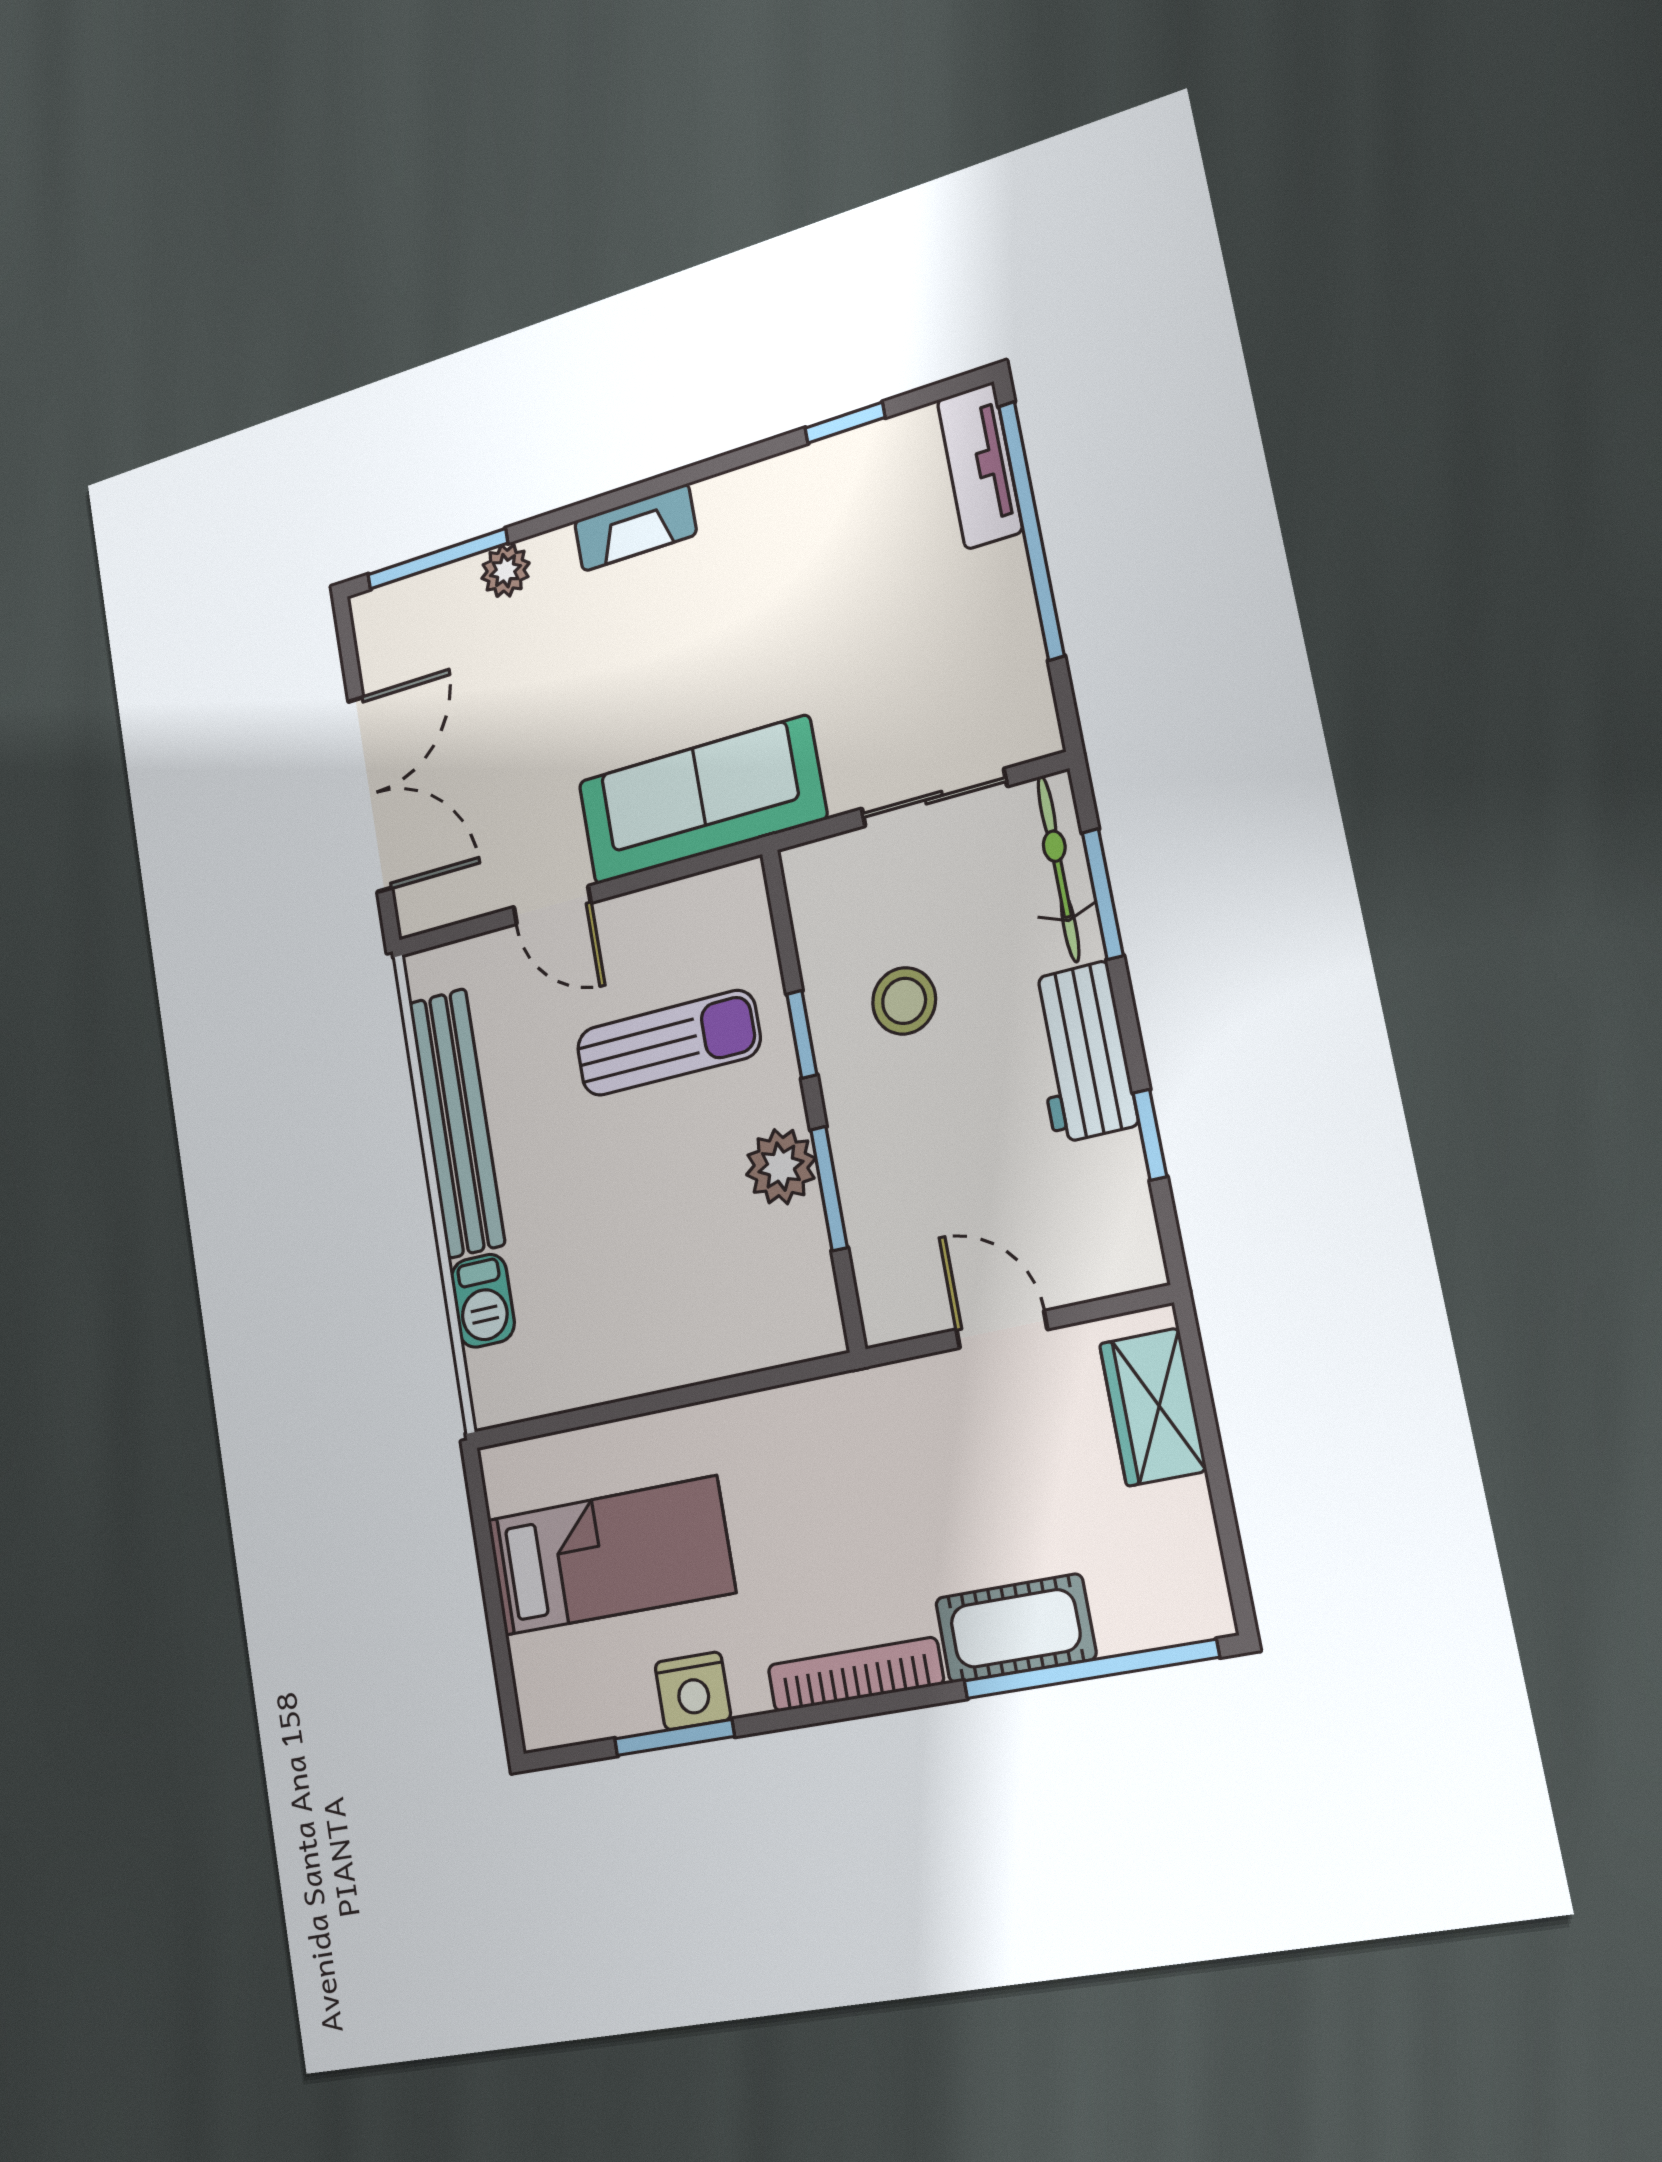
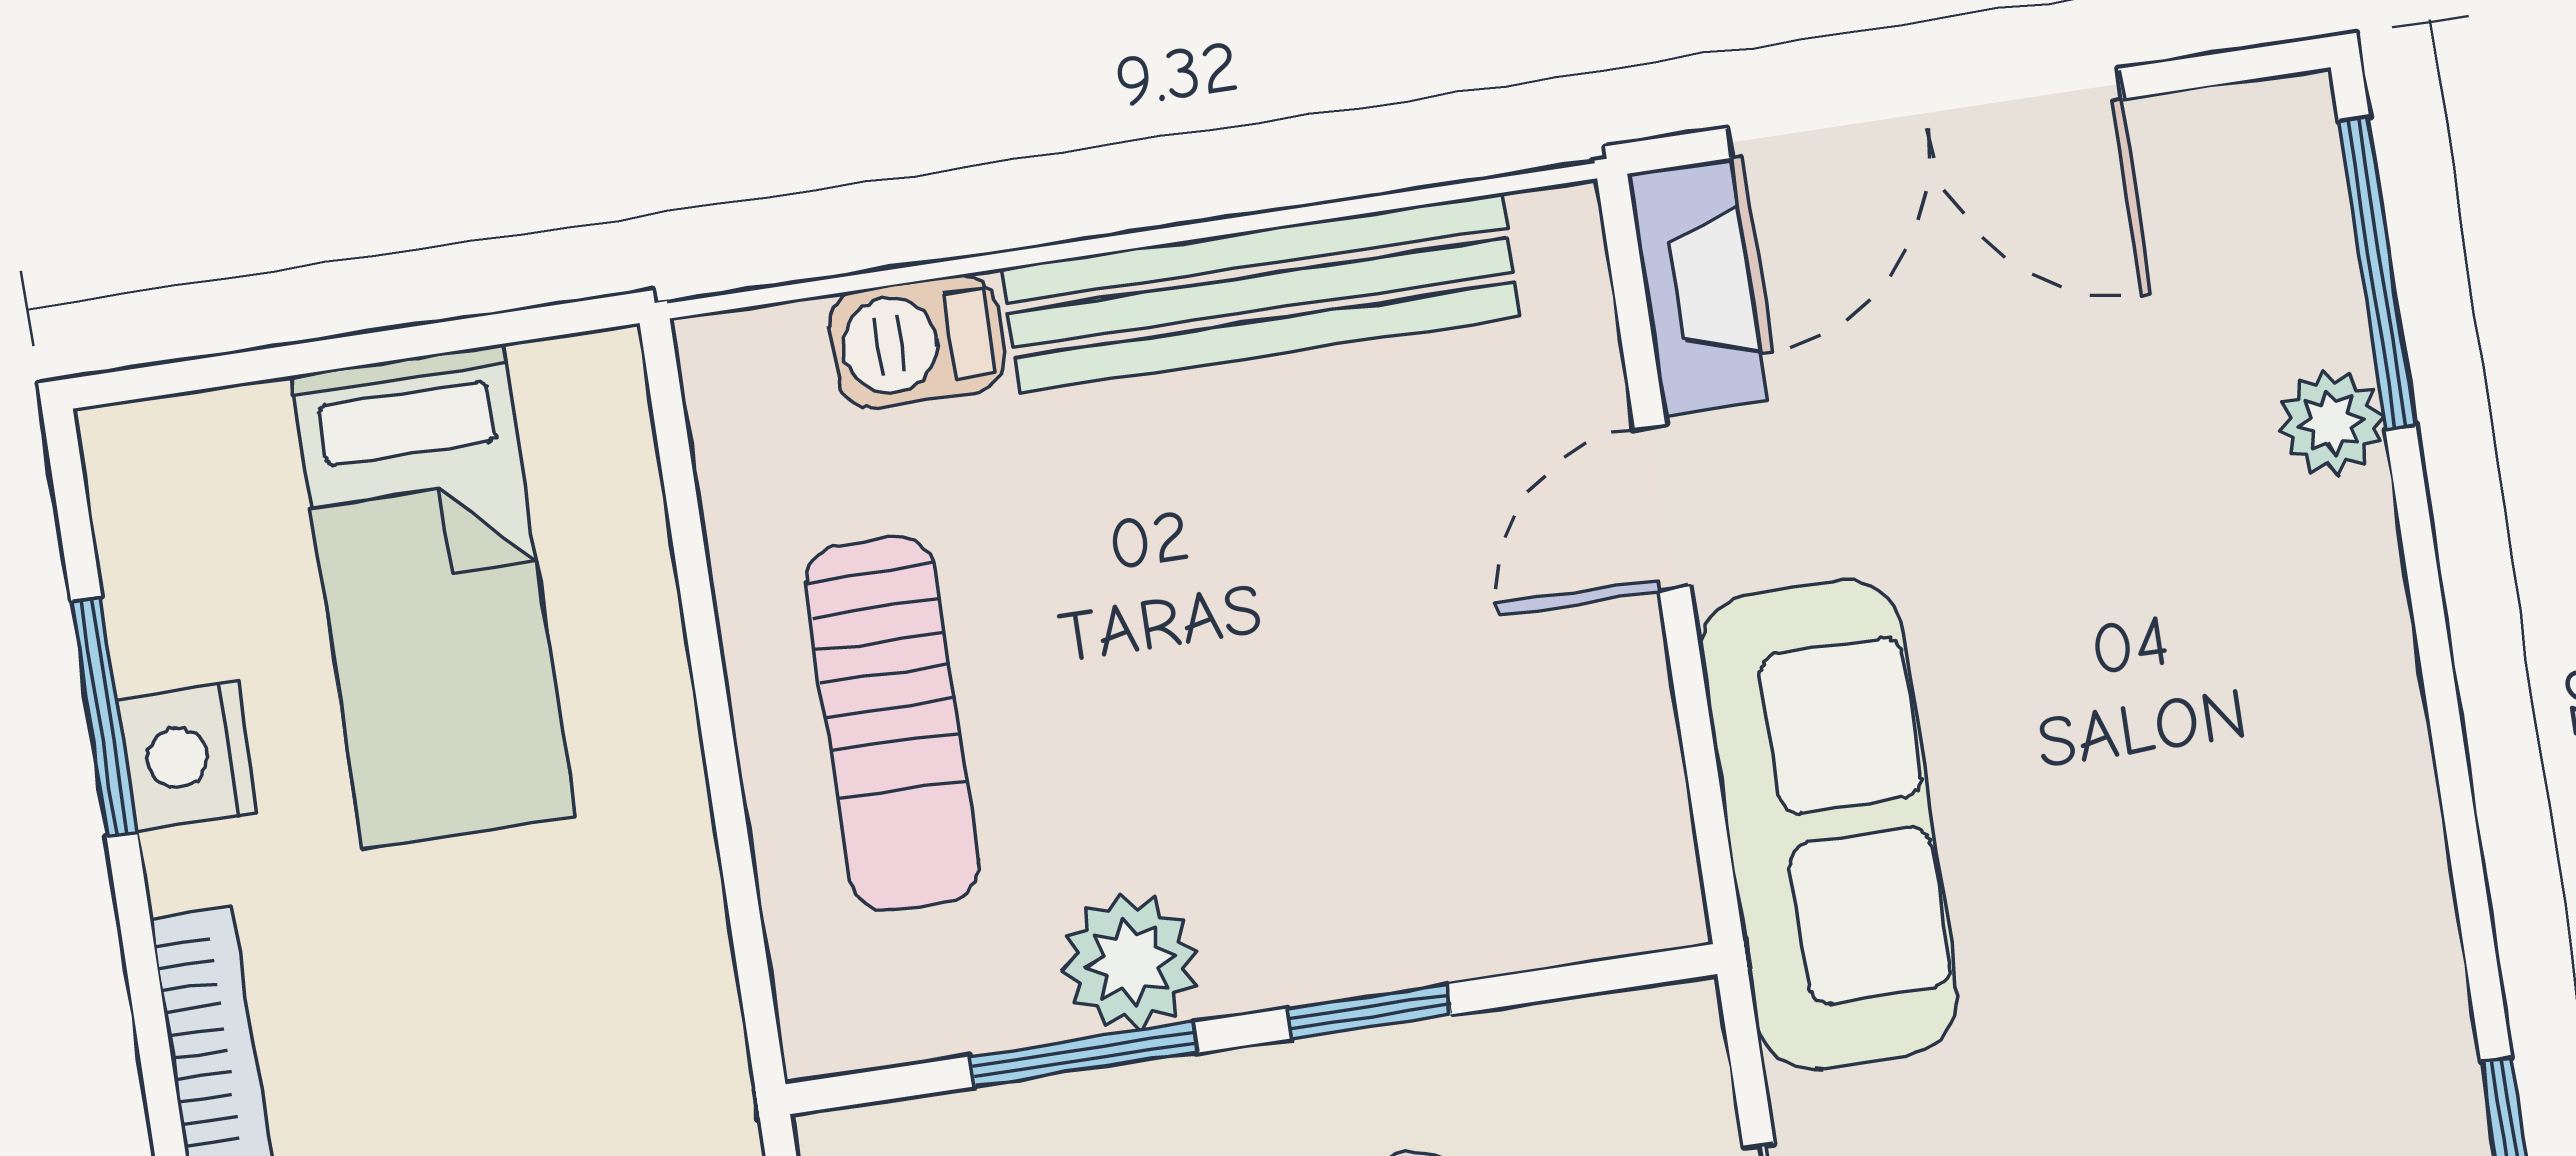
fireplace: (635, 528) -> (1697, 287), moved, turned 180
sun lounger: (668, 1043) -> (892, 724), moved

